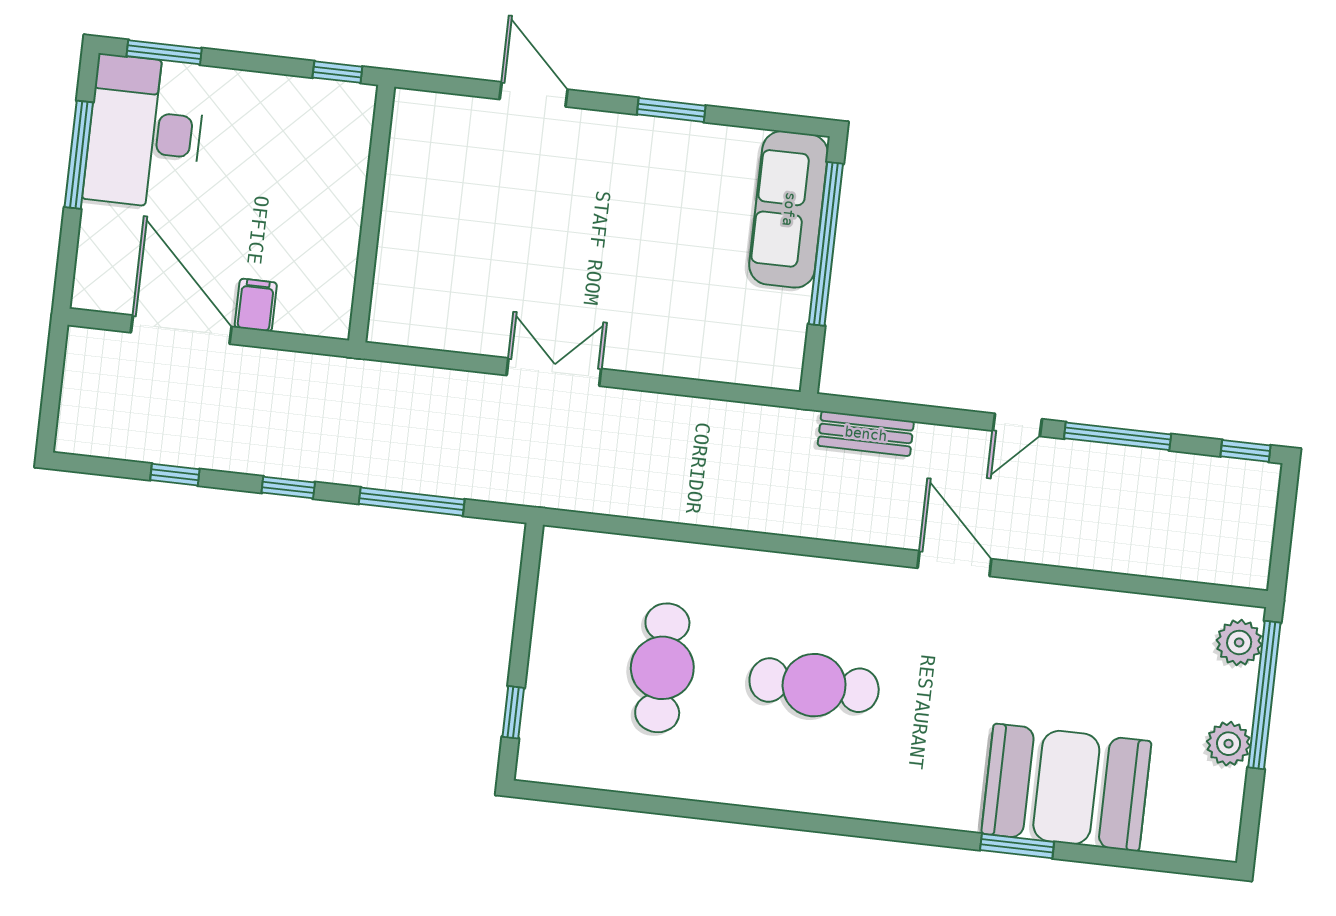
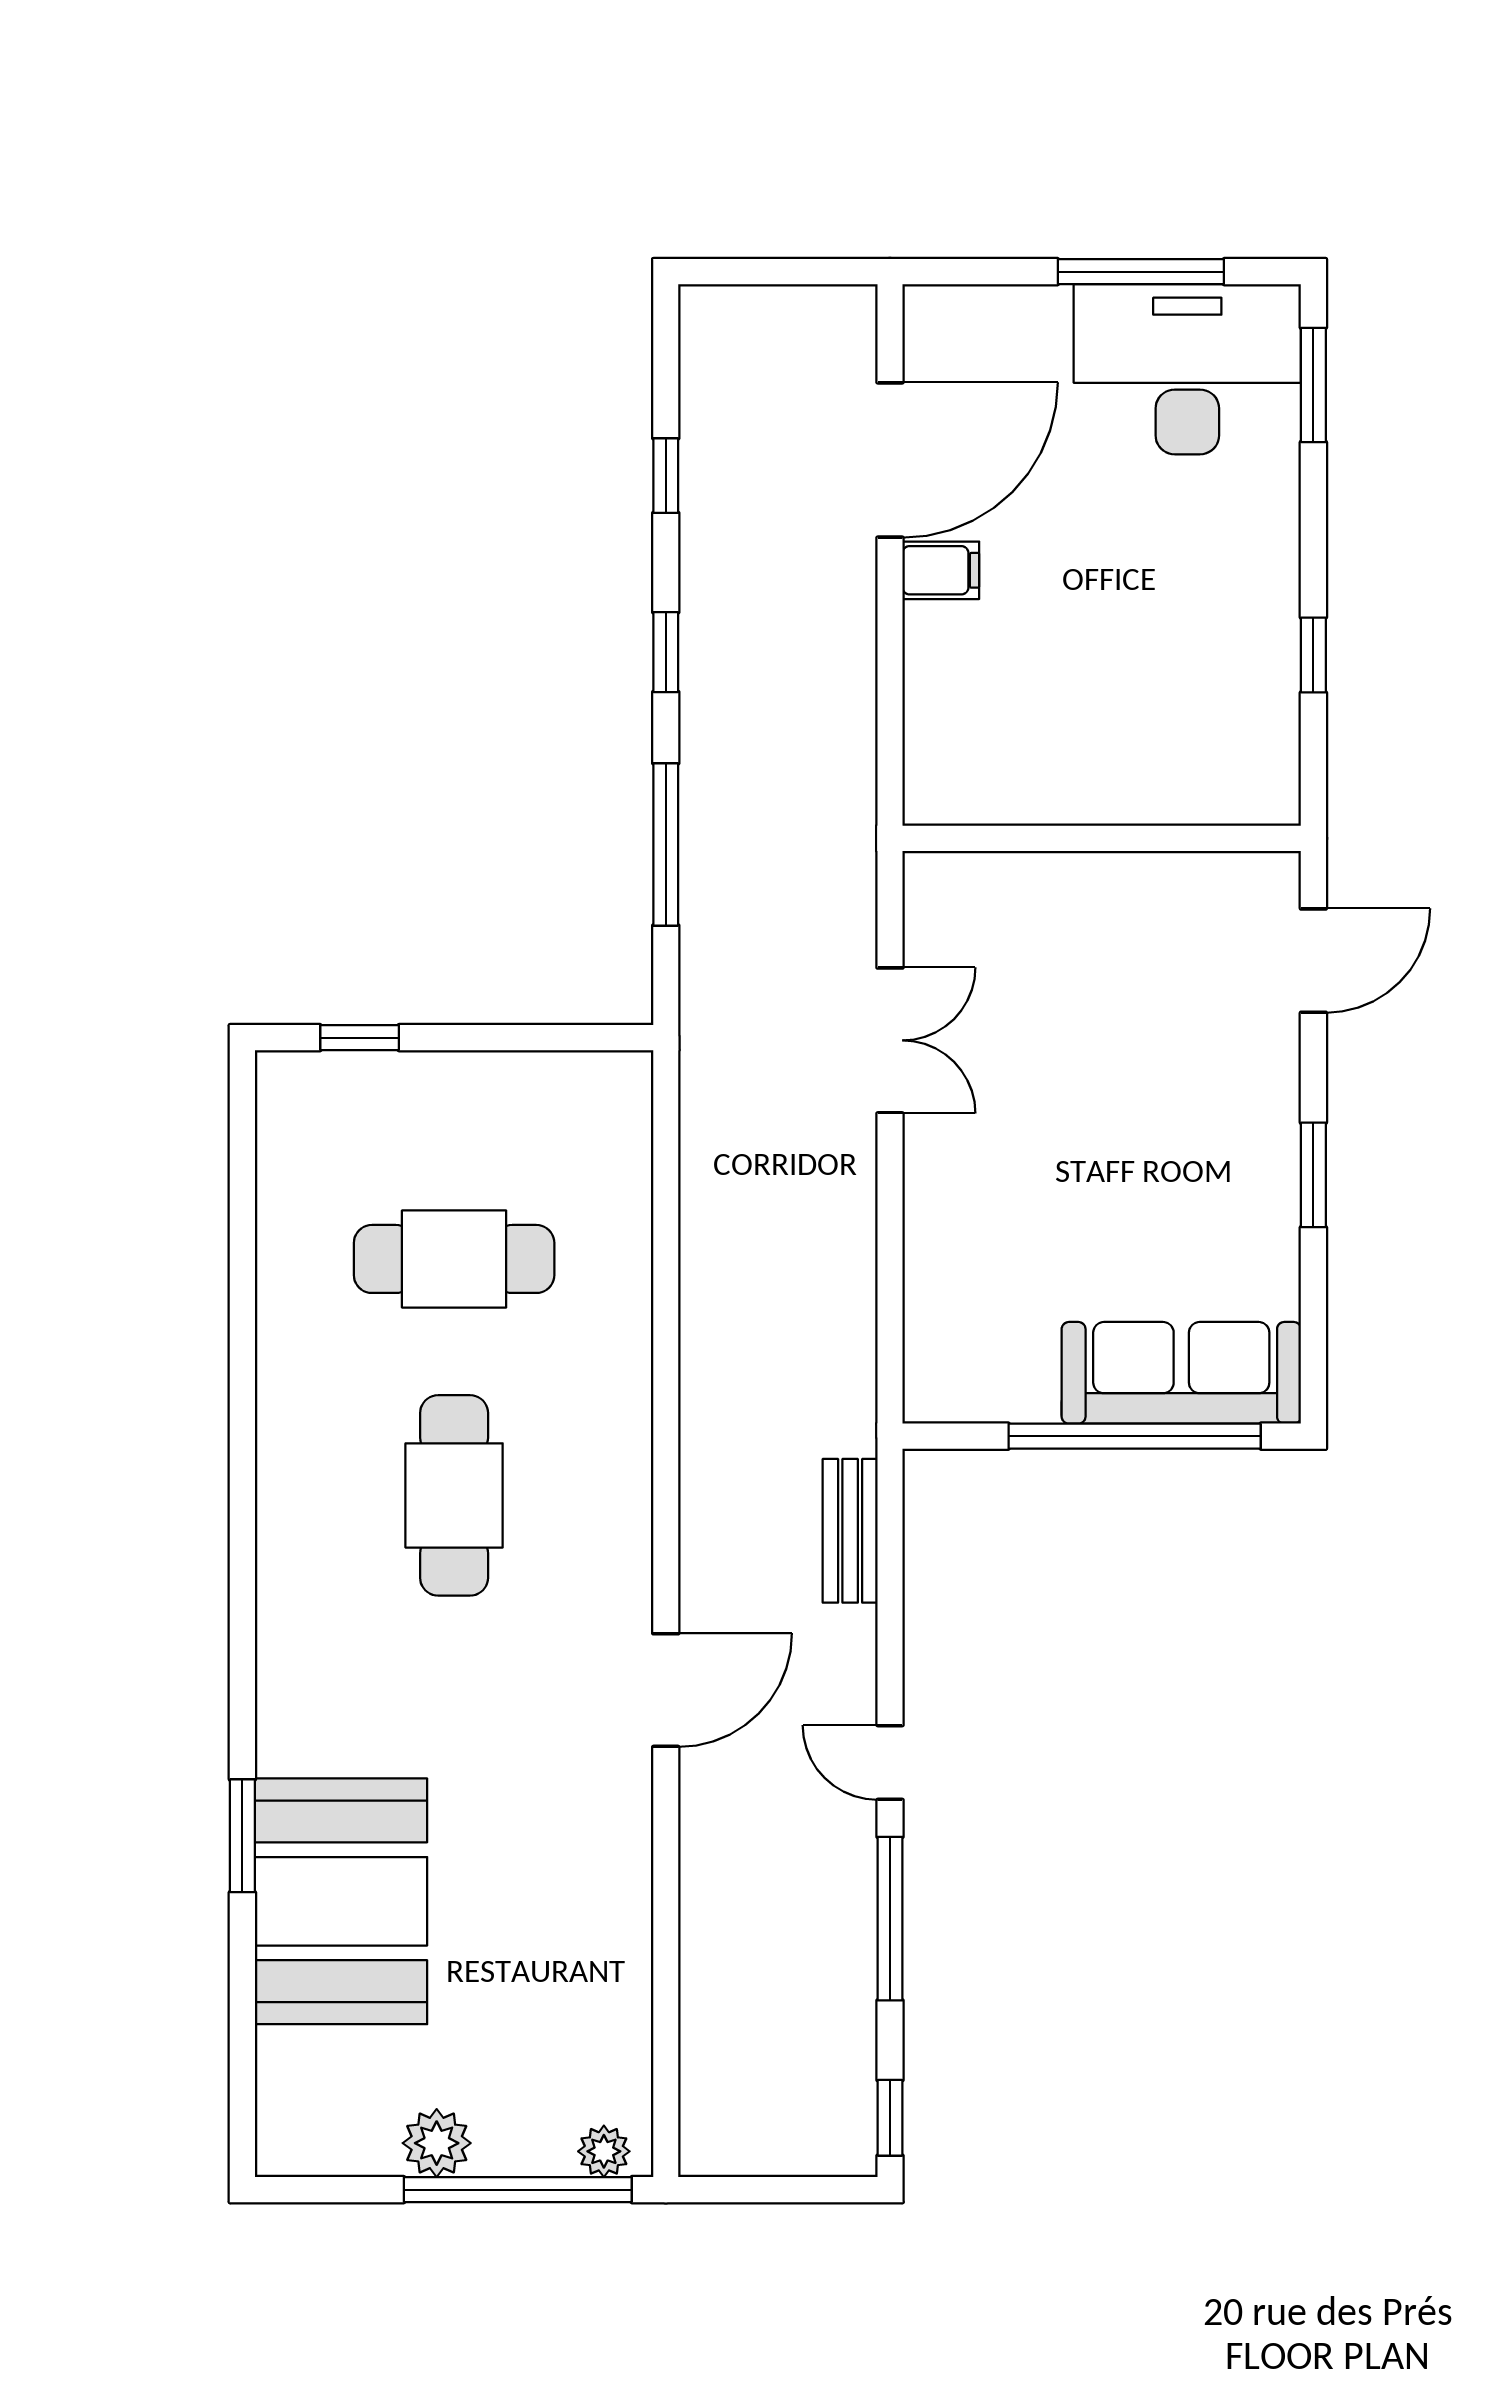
wall: (372, 214) -> (1102, 838), moved
plant: (1239, 642) -> (604, 2151), width x0.73, depth x0.73

